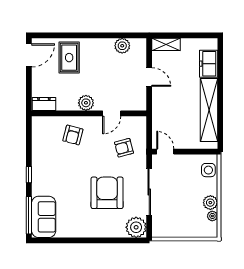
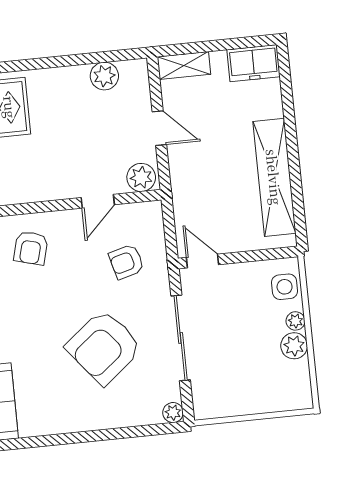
freezer: (209, 64) -> (253, 63), moved, turned -90
plant: (86, 103) -> (141, 177), moved
armchair: (107, 193) -> (104, 347), turned -129
plant: (212, 216) -> (295, 321), moved
plant: (136, 227) -> (173, 413), width x0.53, depth x0.53

